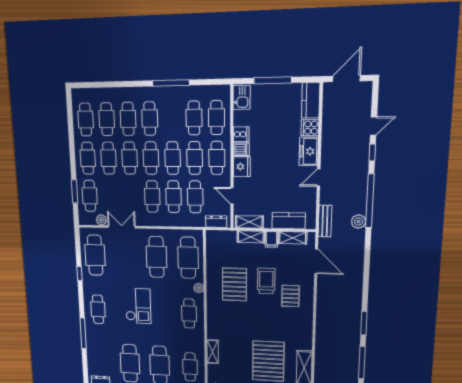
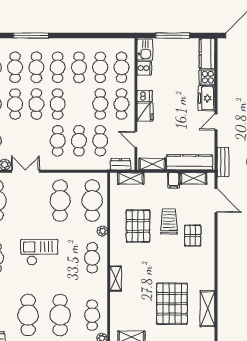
window: (171, 83) -> (31, 36), moved
cooker: (241, 134) -> (144, 68), moved
cafe table: (173, 158) -> (79, 67), moved
kitchen counter: (289, 221) -> (190, 162), width x1.50
shelving: (251, 237) -> (131, 178), moved
checkout: (138, 306) -> (39, 252), turned -90
shelving: (213, 352) -> (116, 279), moved

